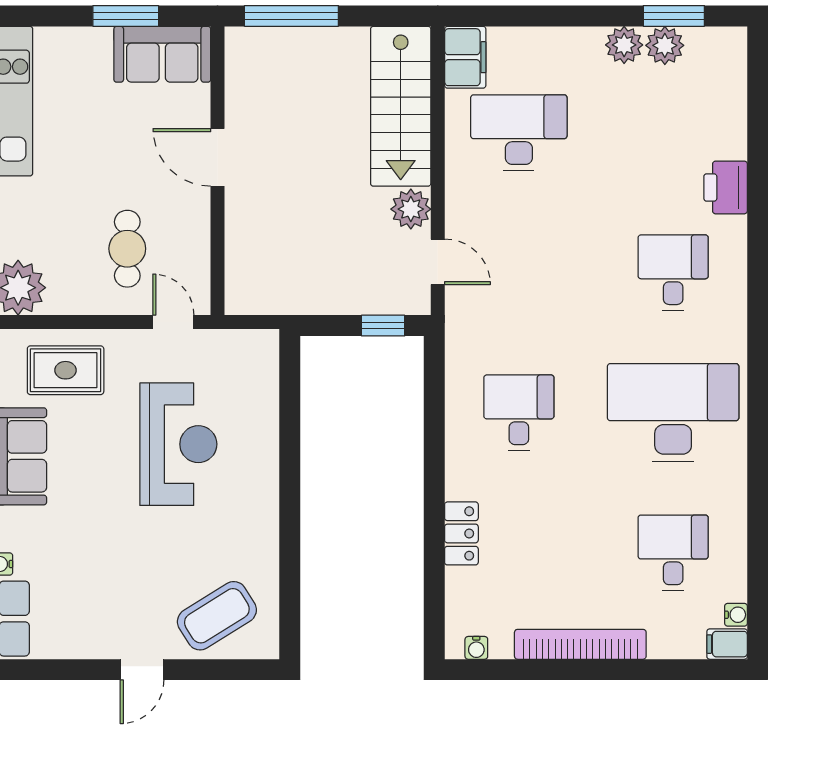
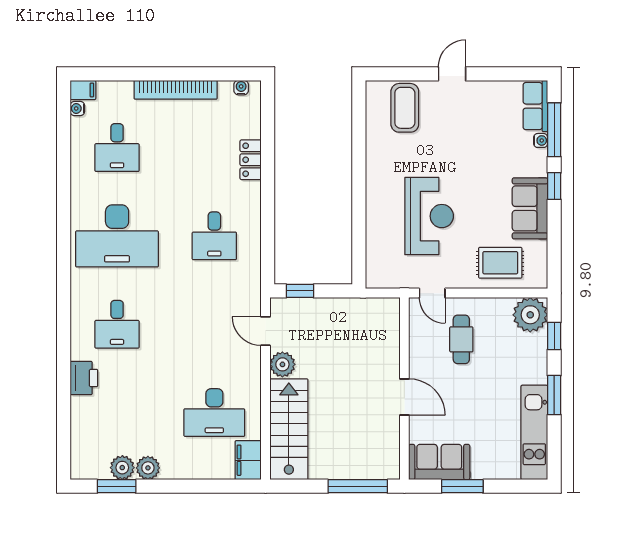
reception desk: (178, 444) -> (429, 216), turned 180
coffee table: (217, 616) -> (405, 108), turned -58

